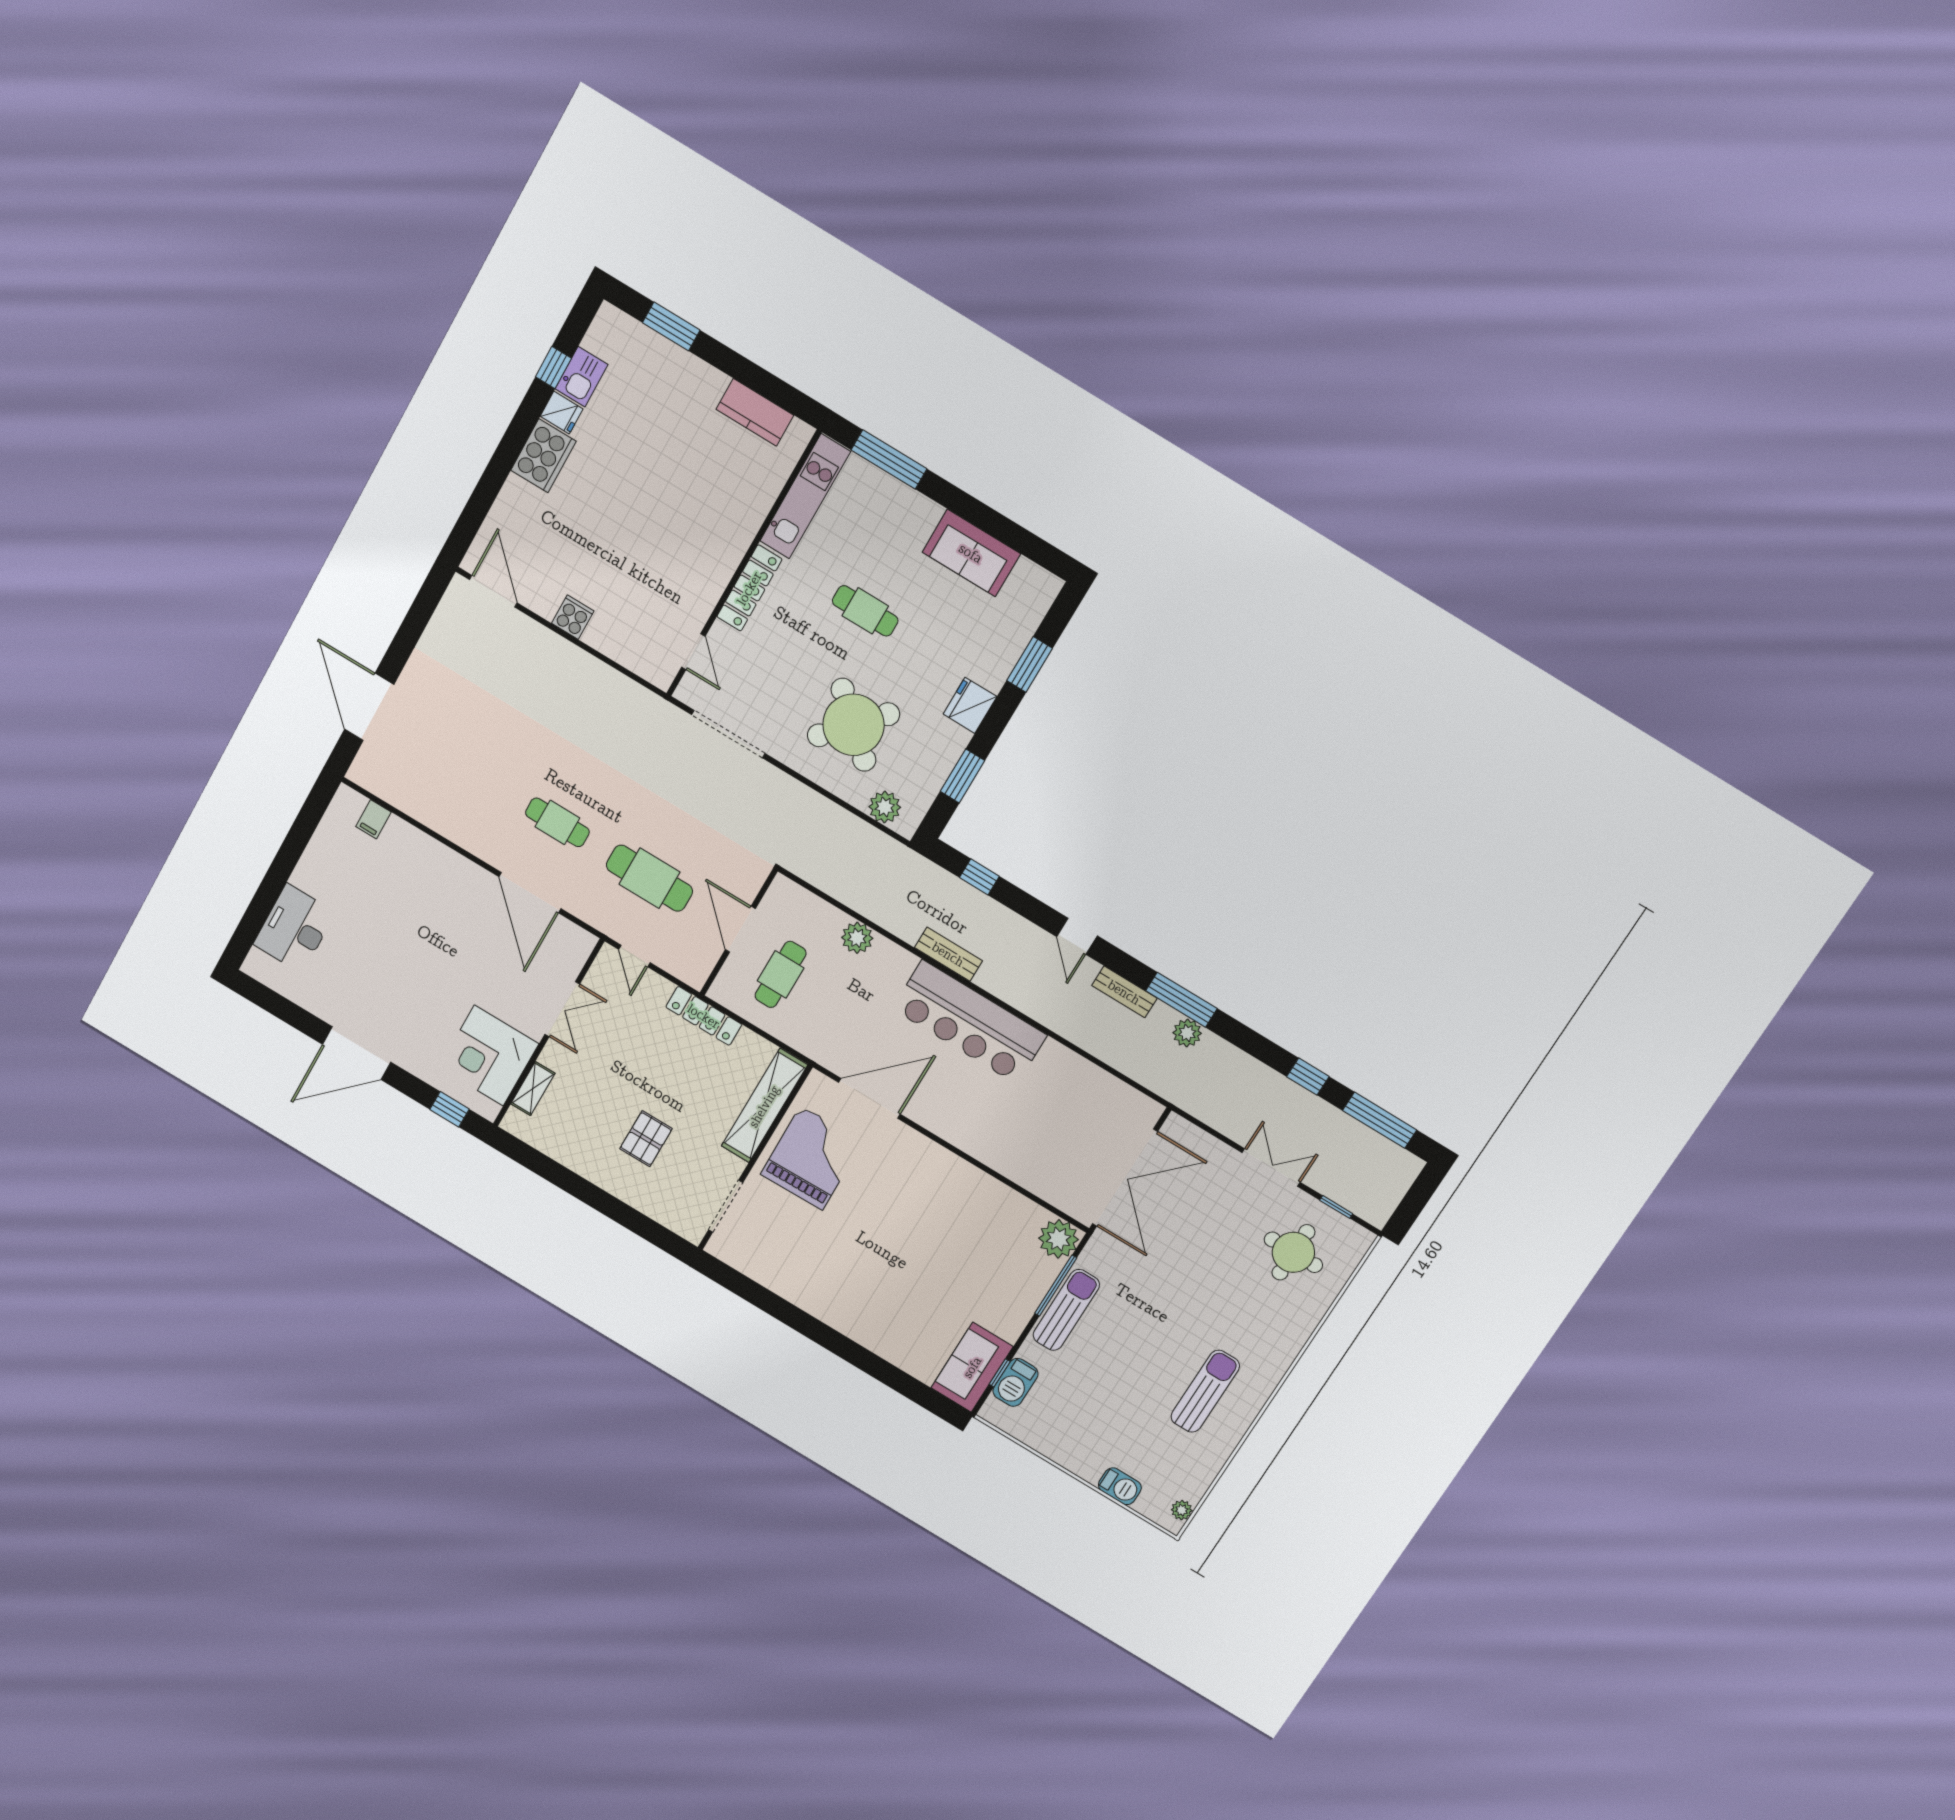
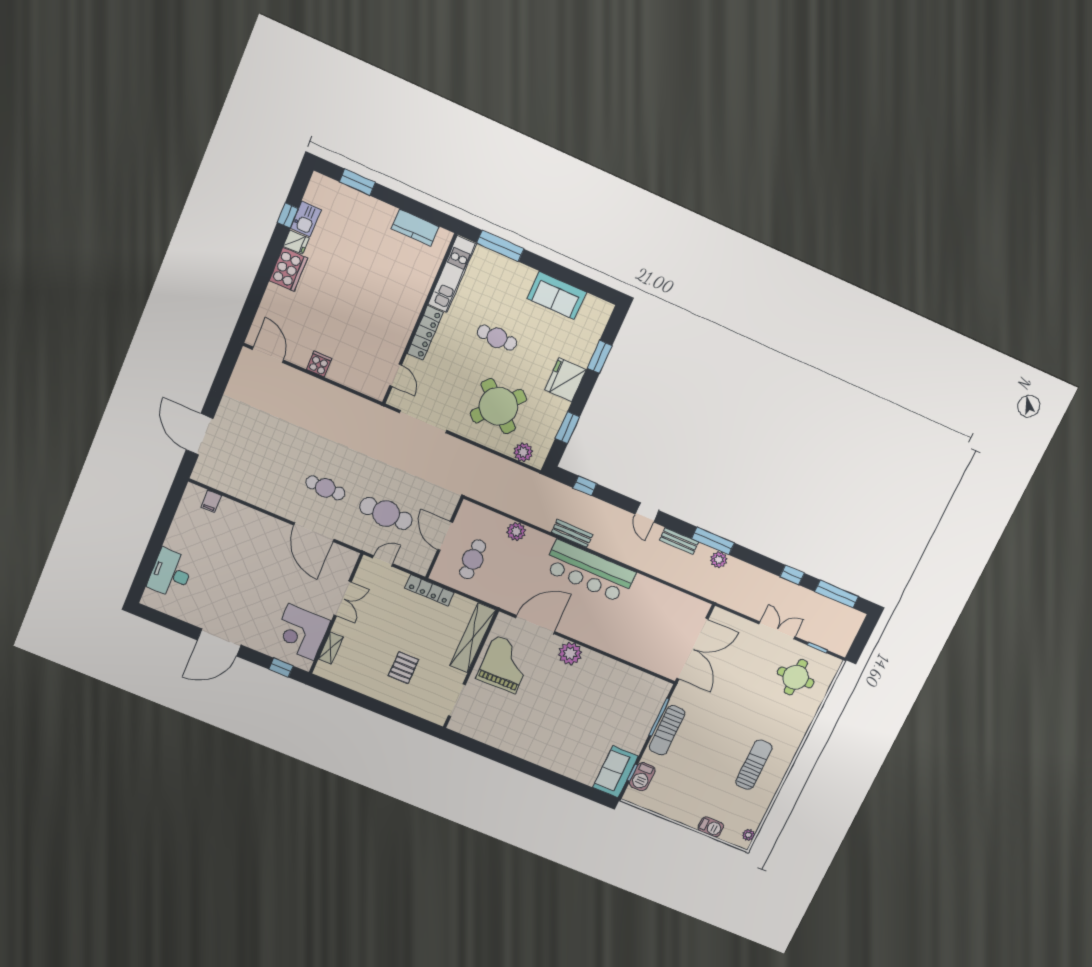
fridge: (970, 705) -> (565, 380), width x1.36, depth x1.34
door: (634, 956) -> (383, 561), swing flipped
plant: (1059, 1239) -> (570, 654), moved
sun lounger: (1066, 1310) -> (667, 730), turned 180

